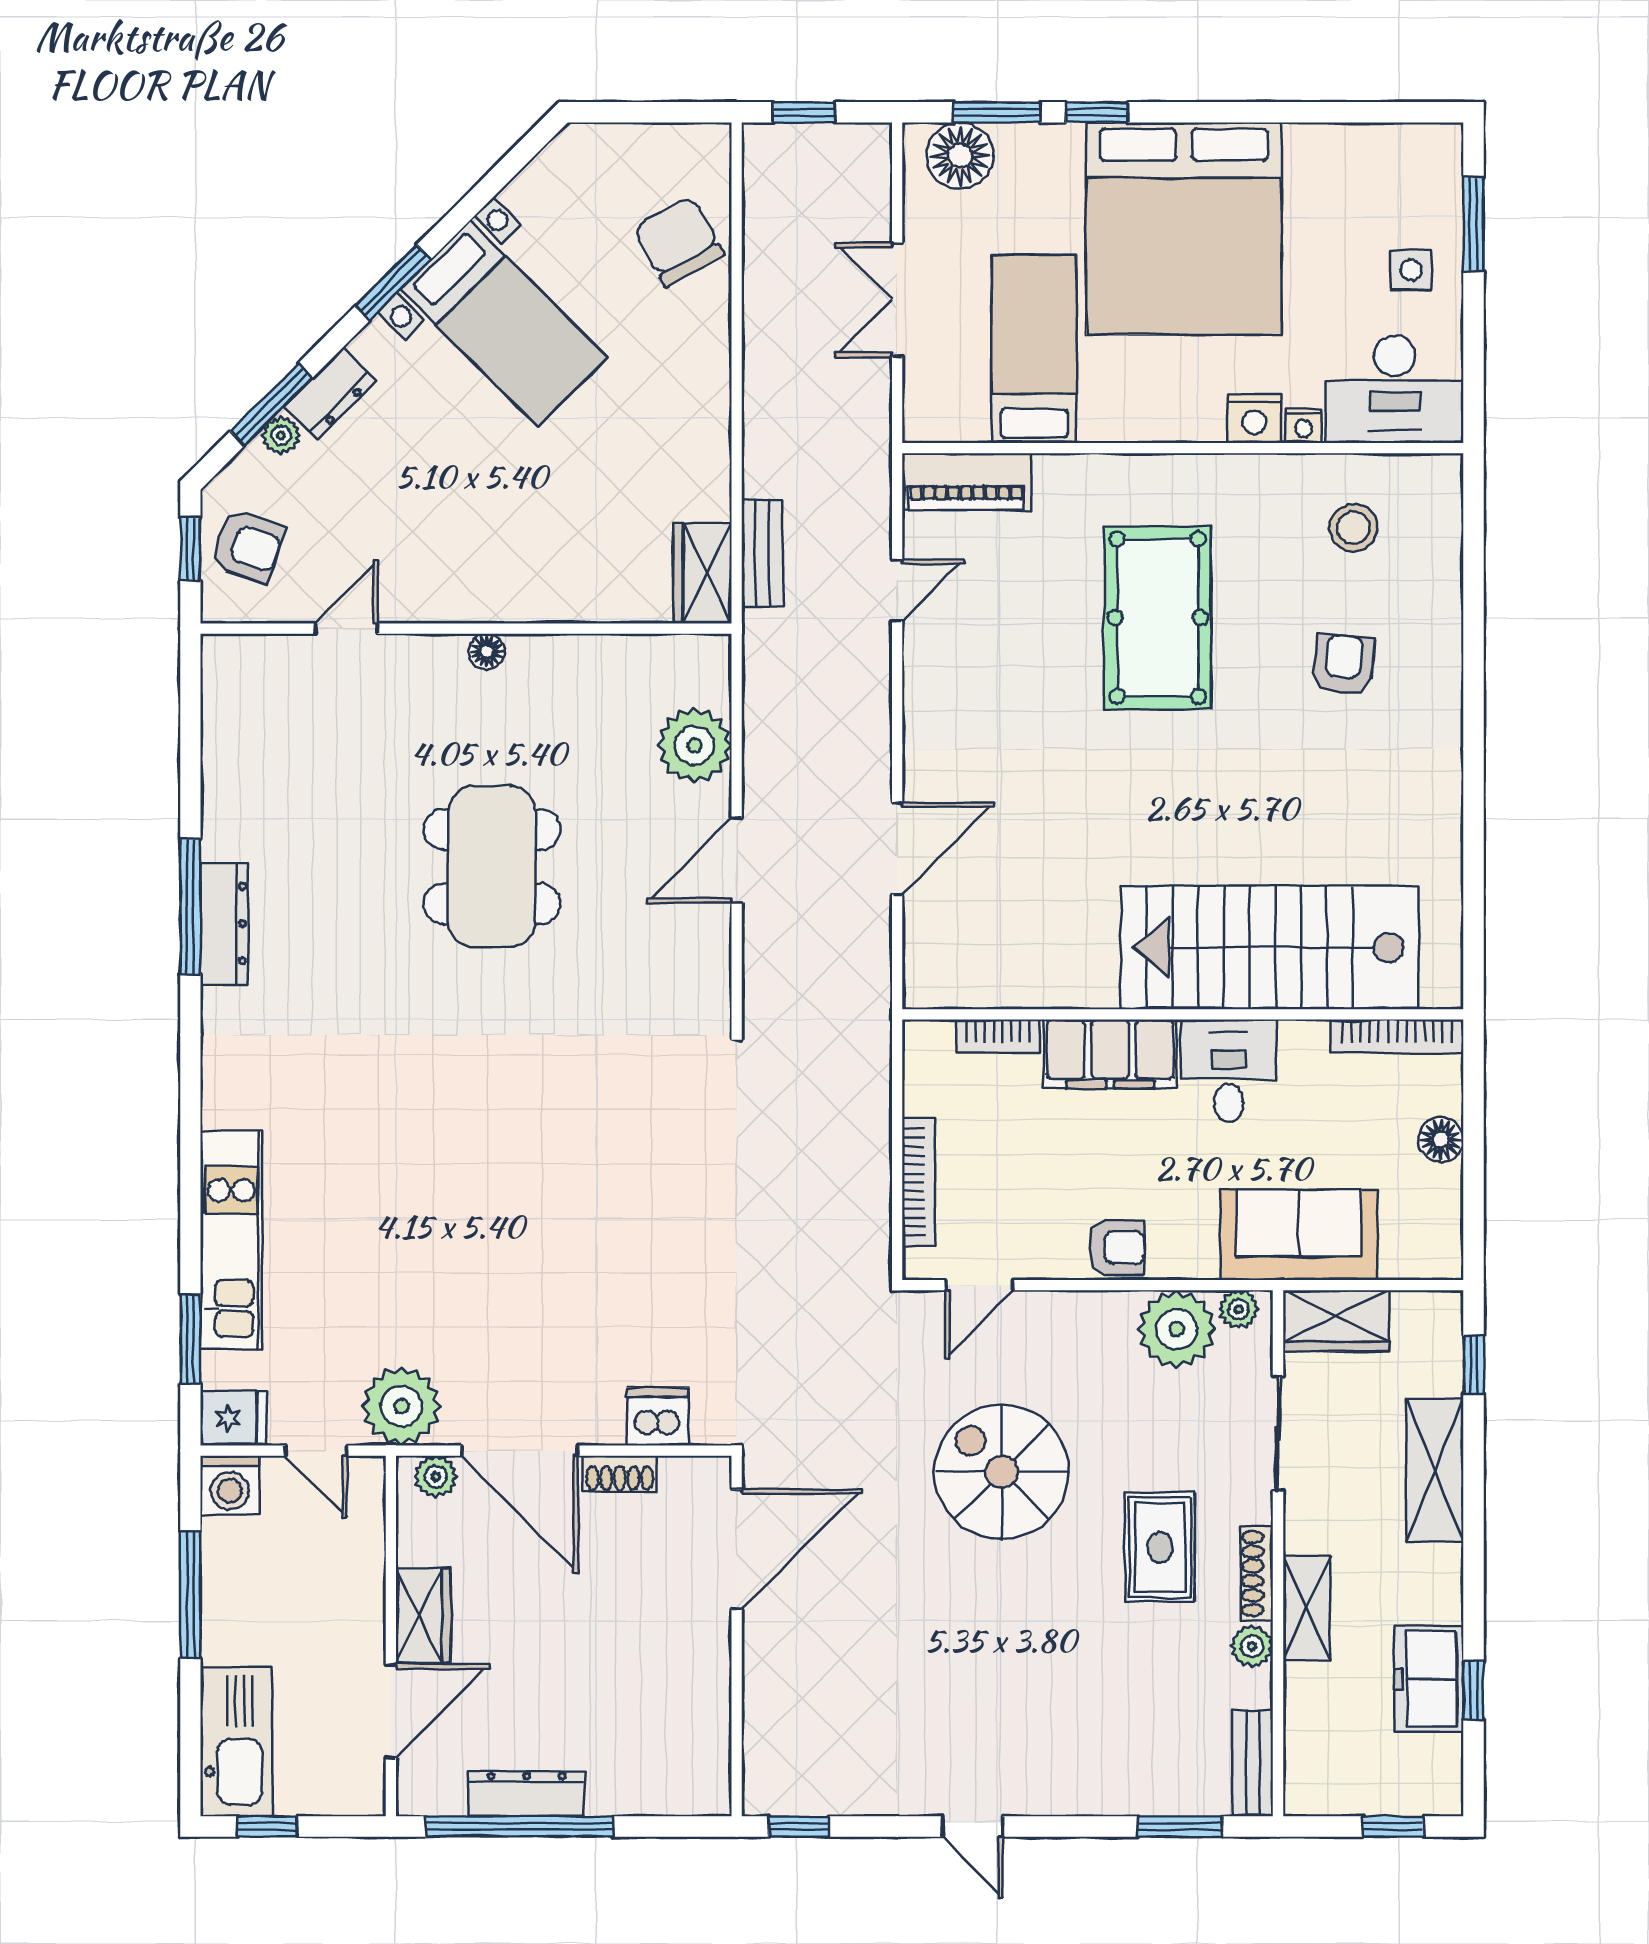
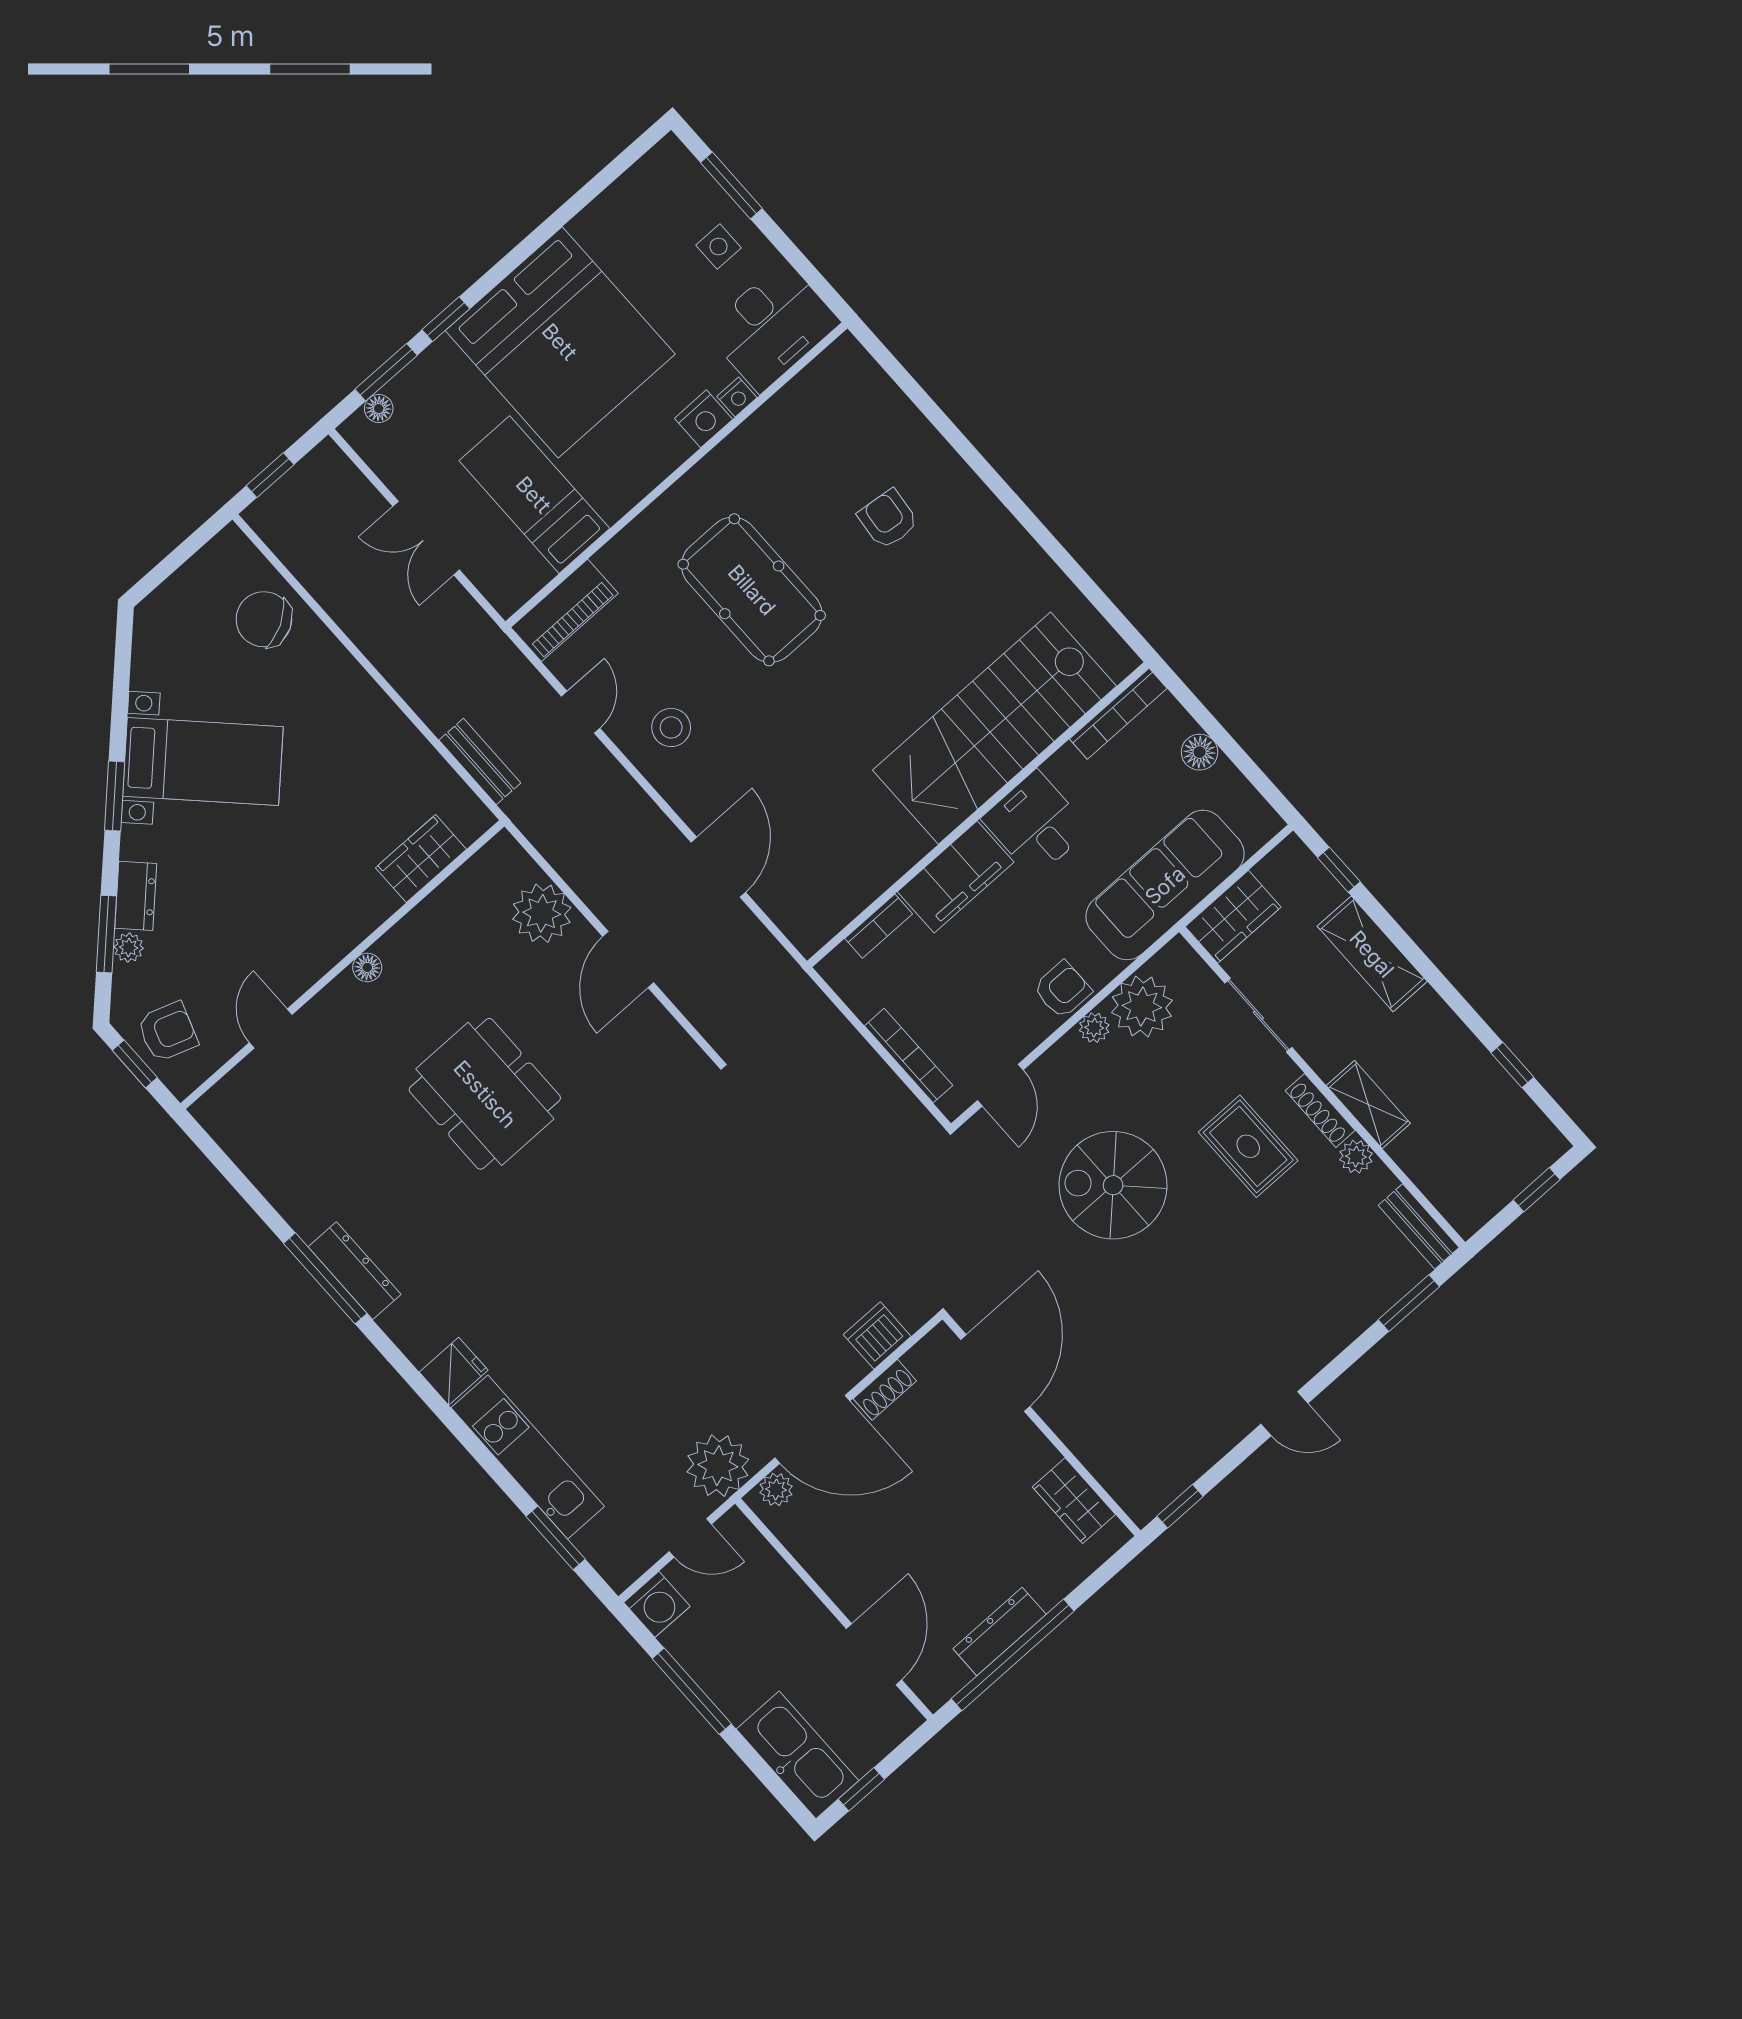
floor lamp: (960, 156) -> (379, 409), width x0.53, depth x0.53
stool: (1353, 528) -> (671, 727), moved
wardrobe: (703, 573) -> (421, 859), moved, turned 90
sofa: (1299, 1235) -> (1165, 885), width x1.36
plant: (1239, 1309) -> (1094, 1028), moved
fridge: (233, 1418) -> (454, 1371), moved
wardrobe: (423, 1616) -> (1074, 1501), moved, turned 180
freezer: (1429, 1679) -> (1480, 1082), removed

